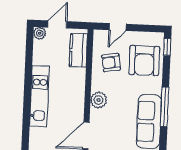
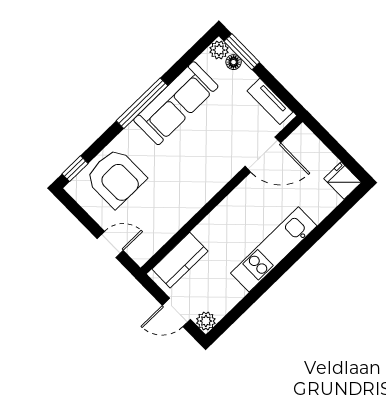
armchair: (144, 60) -> (116, 178), turned 90
armchair: (111, 63) -> (156, 211), removed
plant: (99, 100) -> (210, 182), removed

